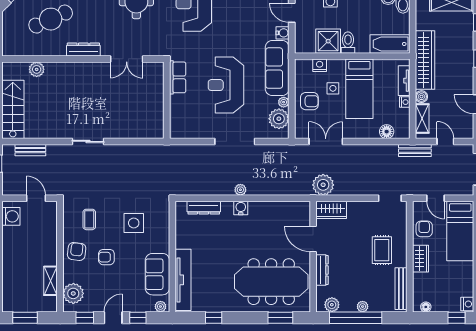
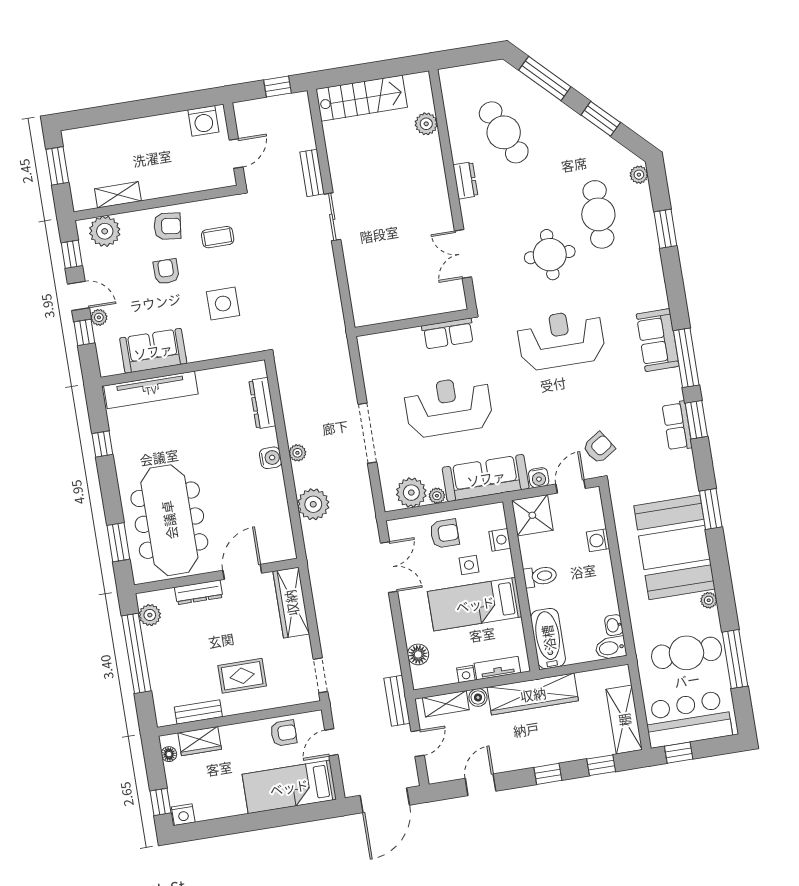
shower: (328, 41) -> (532, 515), moved
dresser: (83, 50) -> (465, 180), width x0.70
armchair: (309, 101) -> (445, 533), turned -90
bench: (30, 150) -> (312, 173), moved
plant: (323, 185) -> (313, 504), moved
wardrobe: (331, 210) -> (291, 603), width x1.50
wardrobe: (420, 259) -> (200, 741), moved
bench: (401, 289) -> (198, 712), width x0.73
plant: (160, 307) -> (99, 317), moved
plant: (363, 307) -> (154, 661), removed

